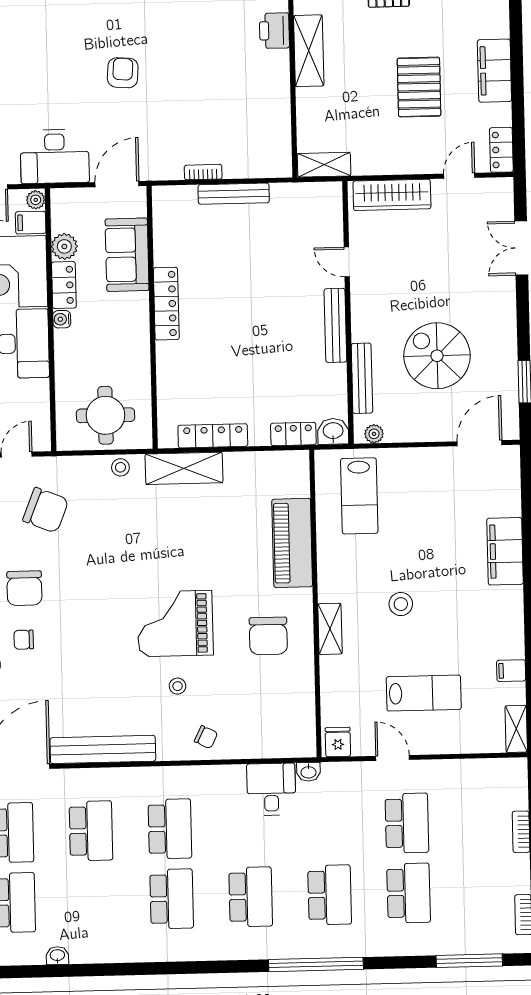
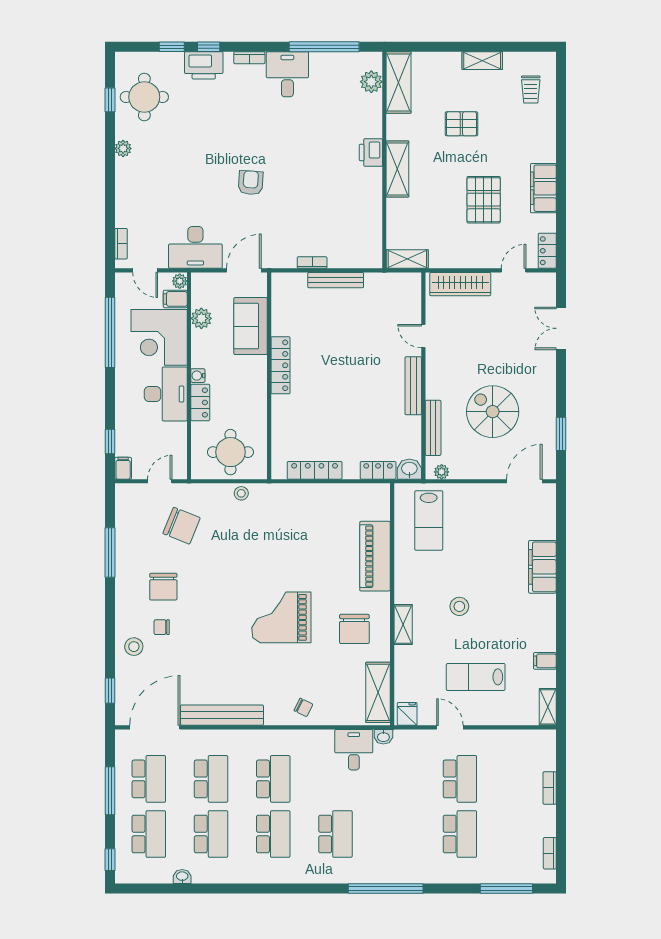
locker: (64, 285) -> (200, 402), moved
shelving: (184, 468) -> (378, 692), moved, turned 90
stool: (178, 686) -> (282, 667), removed
lab bench: (424, 693) -> (476, 677), turned 180
school desk: (330, 895) -> (211, 834), moved

